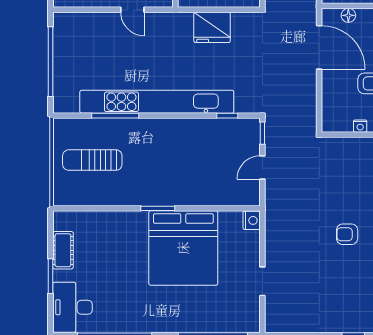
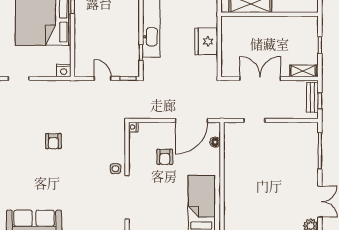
nightstand: (360, 126) -> (133, 127), moved
armchair: (347, 234) -> (53, 141), turned 180

